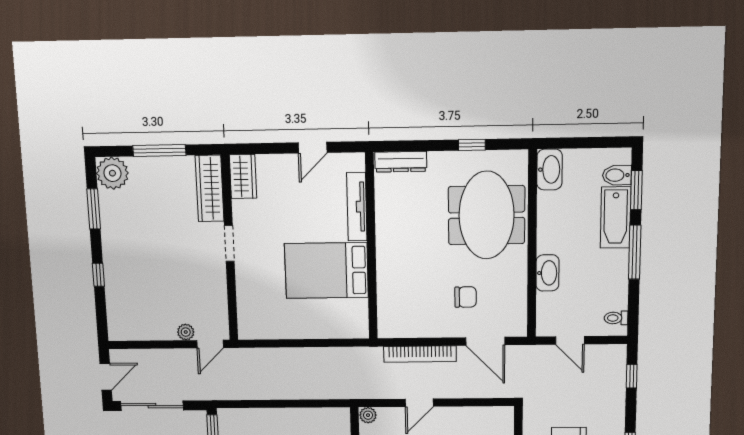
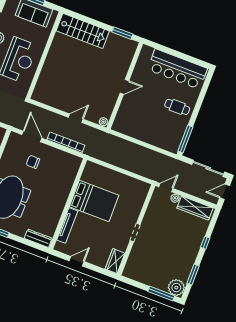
window: (159, 150) -> (161, 294), moved
wardrobe: (210, 188) -> (195, 208), moved, turned 90

